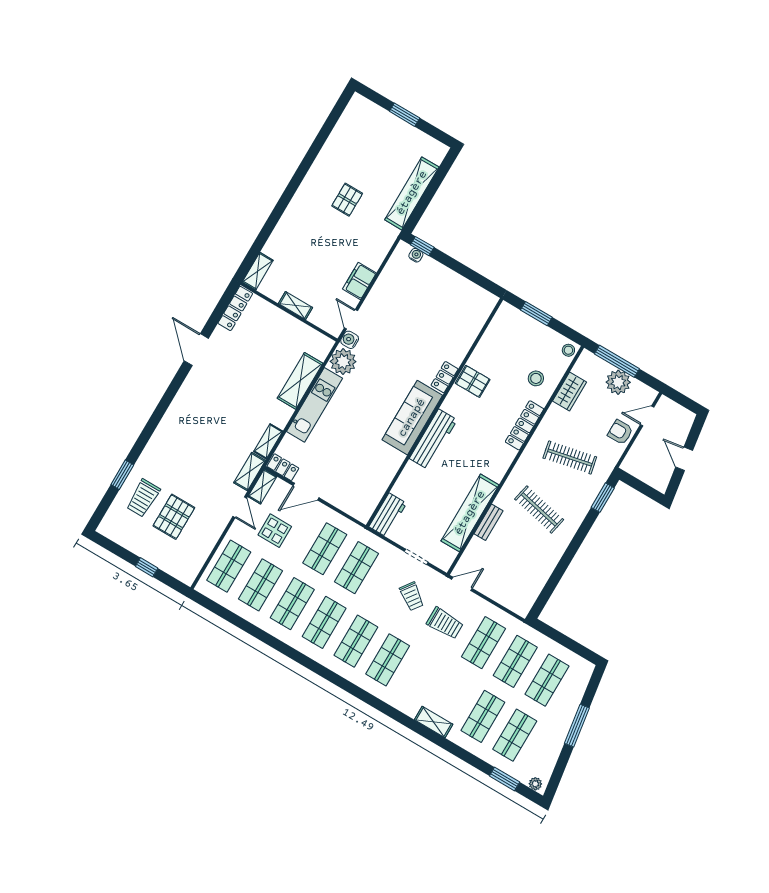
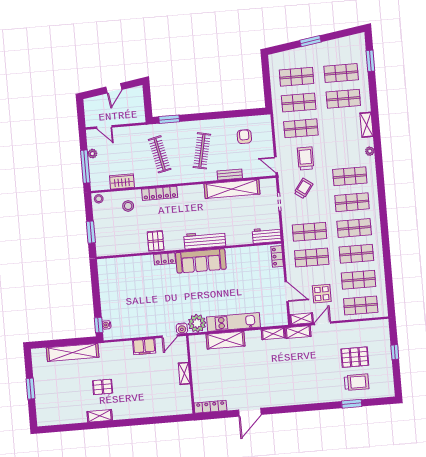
shelving: (258, 271) -> (100, 416), moved
plant: (618, 382) -> (92, 154), width x0.53, depth x0.53
armchair: (620, 432) -> (244, 137), moved, turned 180
locker: (283, 467) -> (277, 256), moved
window: (577, 726) -> (310, 41), width x0.69
plant: (535, 784) -> (370, 151), moved

